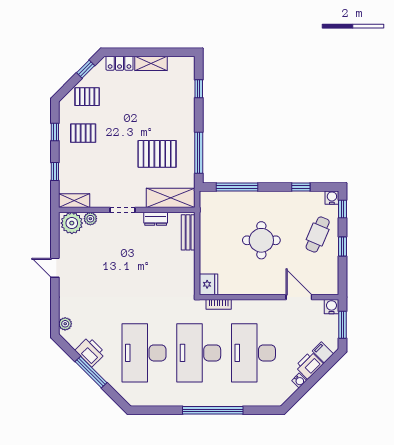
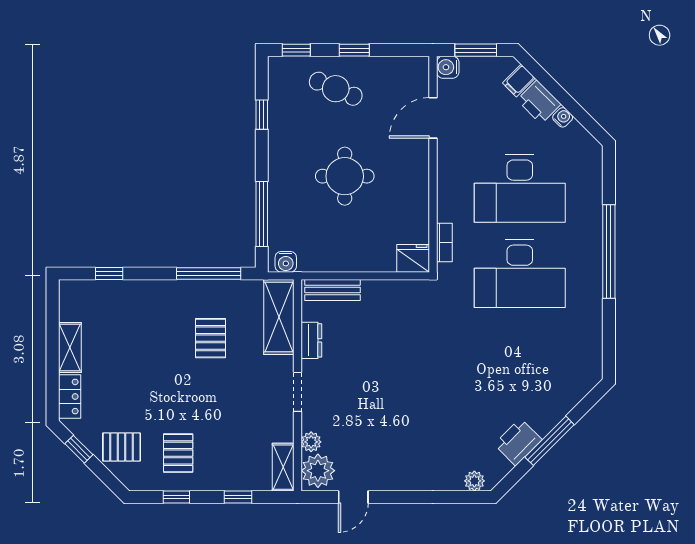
pallet: (87, 97) -> (122, 447), turned 90
pallet: (157, 154) -> (211, 338), width x0.67, depth x0.71
water cooler: (332, 198) -> (286, 262), moved, turned -90
door: (55, 268) -> (353, 497), moved
desk: (144, 353) -> (520, 359), removed

